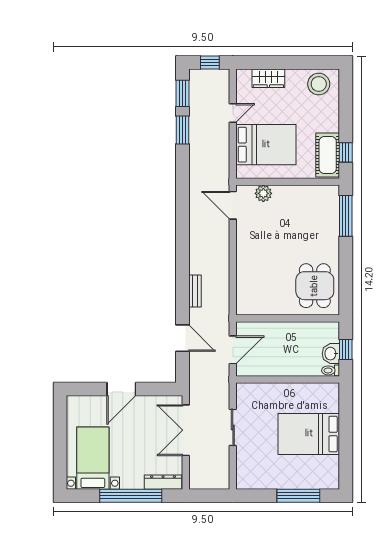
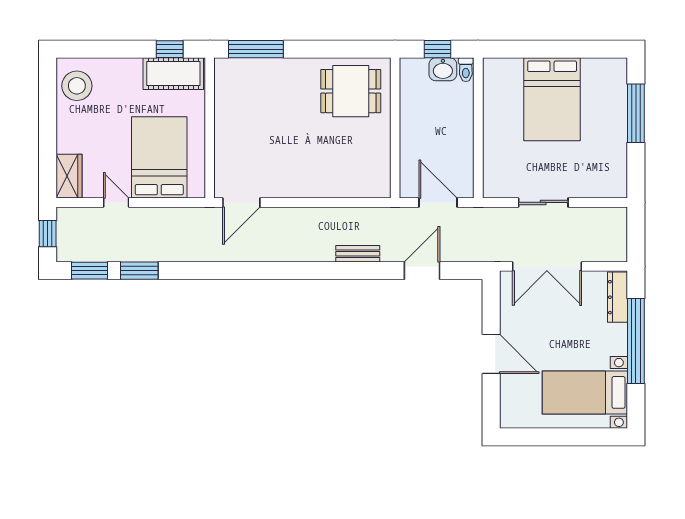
wardrobe: (268, 78) -> (69, 176), moved
plant: (263, 193) -> (225, 161), removed

